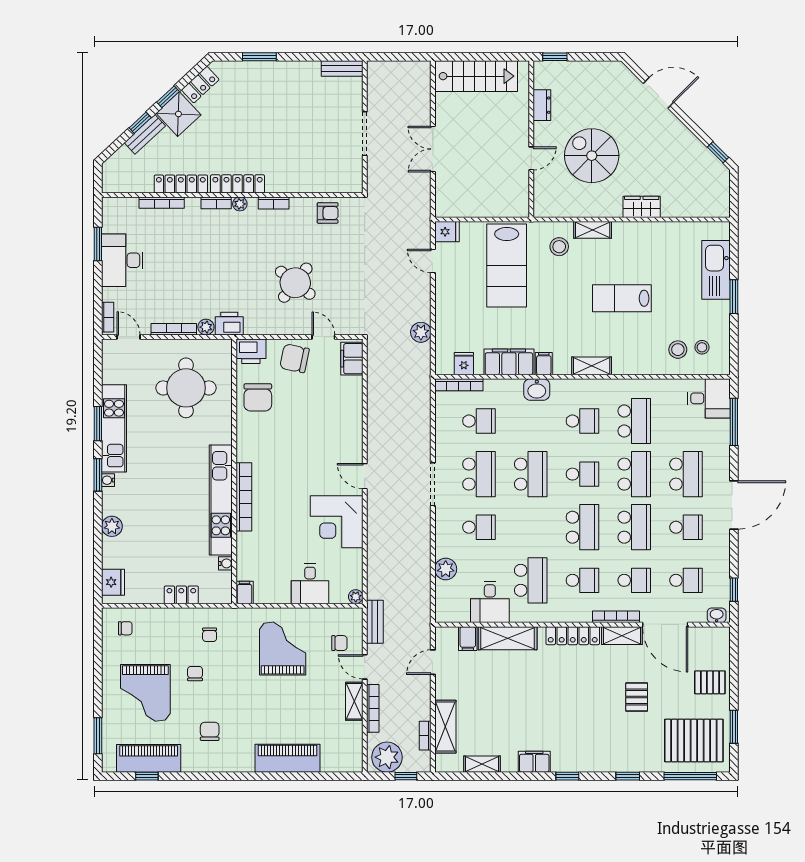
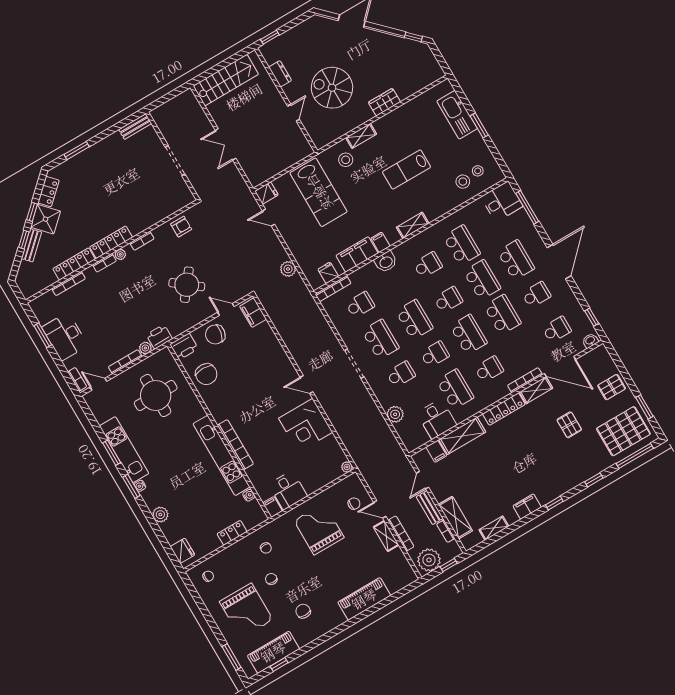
school desk: (634, 580) -> (435, 354), moved
desk: (310, 584) -> (288, 490), moved
bench: (375, 622) -> (430, 508), moved

